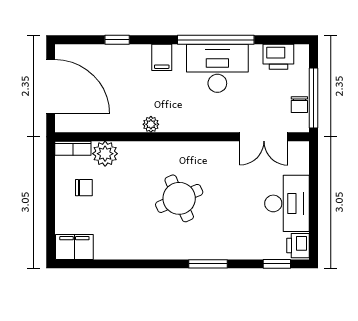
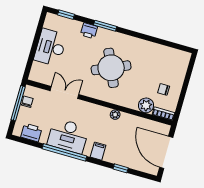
double door: (264, 137) -> (65, 93), moved
round table: (179, 198) -> (111, 68), width x1.36, depth x1.36
printer: (298, 246) -> (89, 31), moved, turned 90
filing cabinet: (74, 247) -> (179, 57), removed

